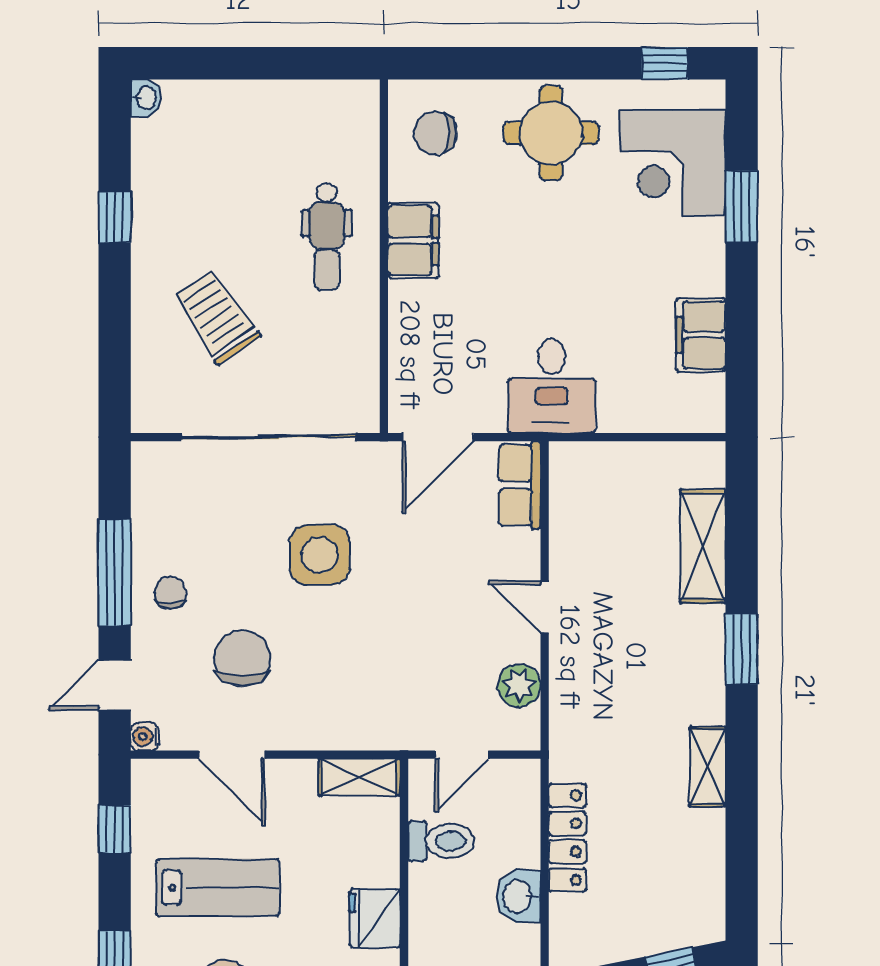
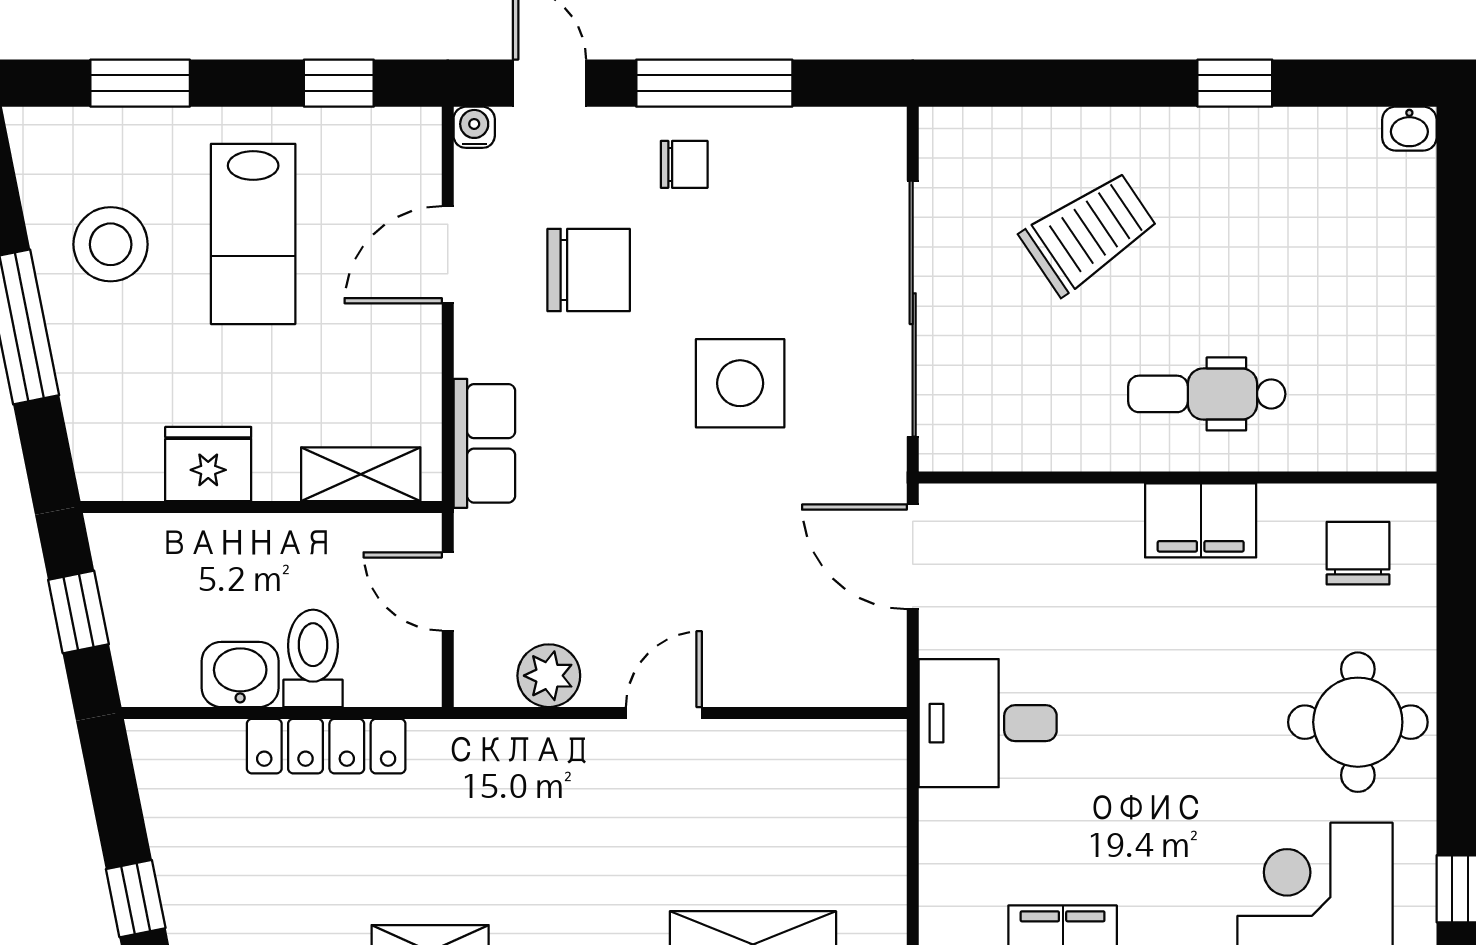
row of seats: (520, 485) -> (484, 443), moved, turned 90
shelving: (359, 777) -> (361, 474), moved, turned 90
toilet: (441, 841) -> (313, 658), moved, turned 180

